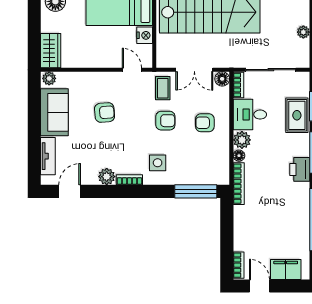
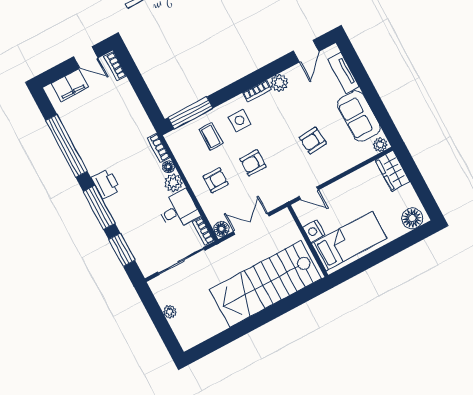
coffee table: (163, 88) -> (211, 136), moved
rug: (297, 115) -> (135, 232), removed
bookcase: (239, 184) -> (159, 148), width x0.64

